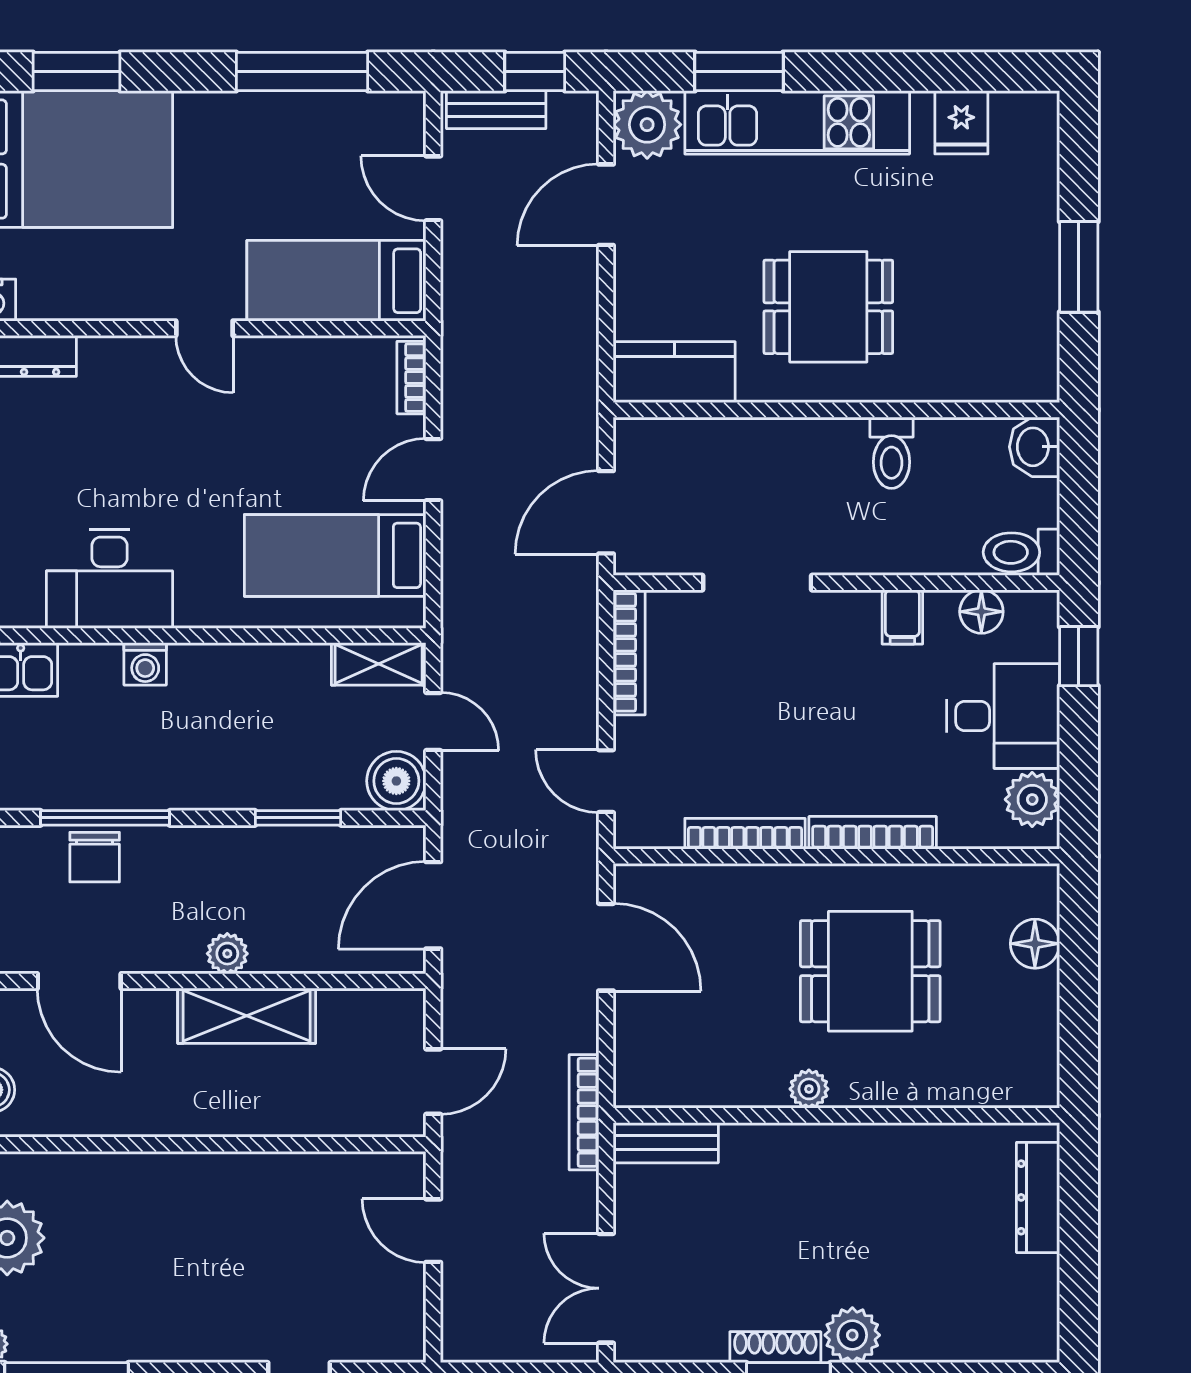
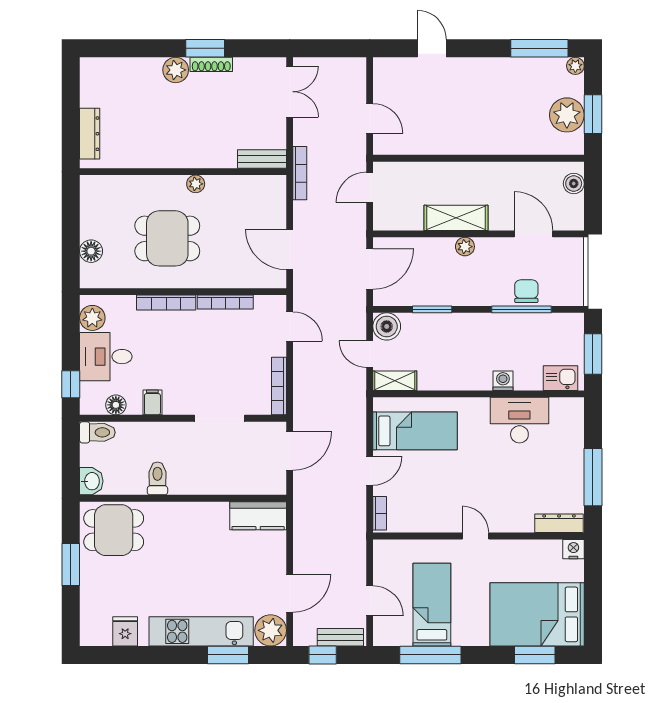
bed: (336, 281) -> (432, 605), moved, turned -90
dining table: (828, 307) -> (114, 530), moved

